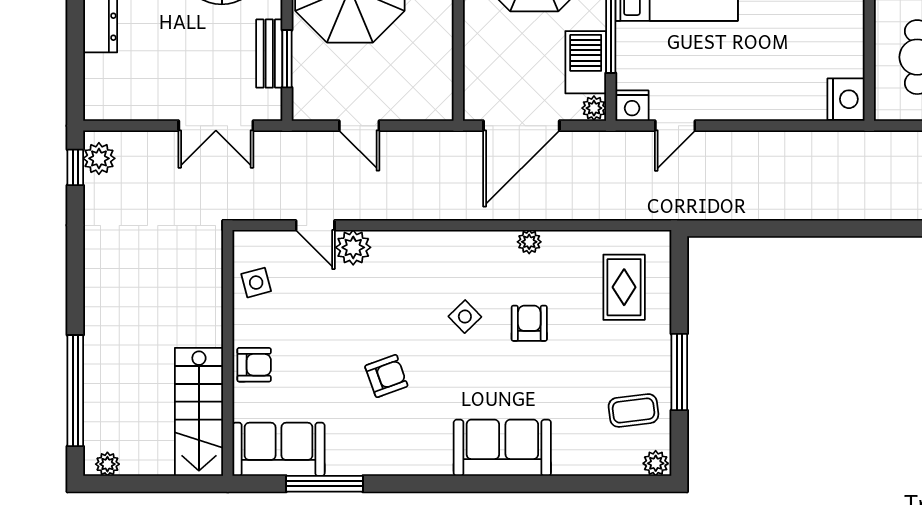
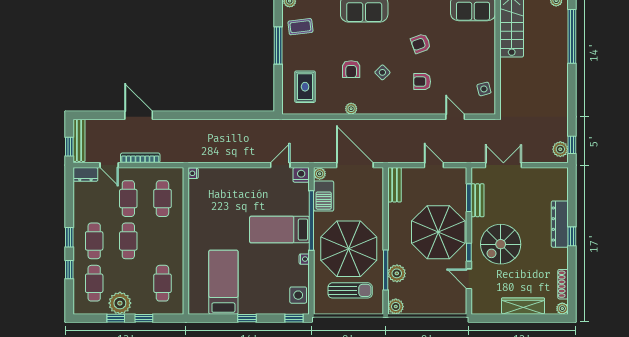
bench: (440, 85) -> (395, 185), added
nightstand: (846, 99) -> (193, 173), width x0.53, depth x0.56
door: (521, 126) -> (355, 165), hinge flipped
plant: (353, 247) -> (437, 106), removed
armchair: (254, 365) -> (422, 82), moved

